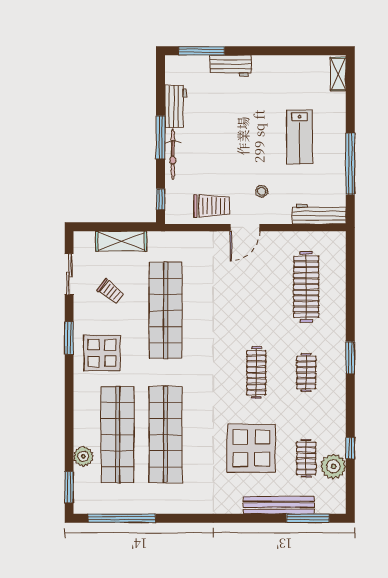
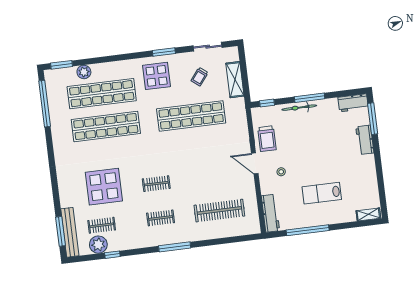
workbench: (176, 106) -> (353, 103), moved
window: (350, 358) -> (175, 247), width x1.44
clothes rail: (256, 373) -> (156, 184), width x0.73
bench: (279, 505) -> (70, 232), moved

